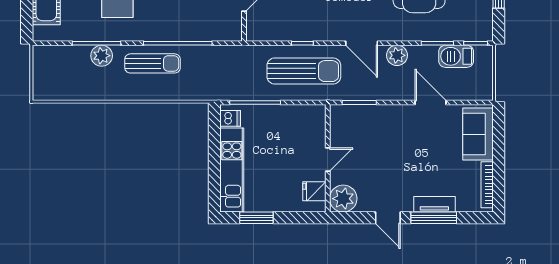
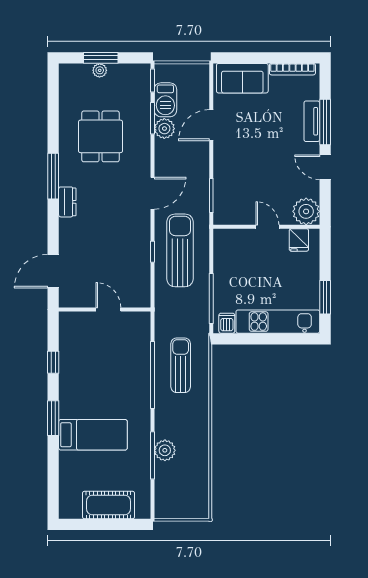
plant: (397, 55) -> (164, 129), moved
sun lounger: (152, 63) -> (181, 365), moved
door: (388, 218) -> (325, 167), swing flipped

